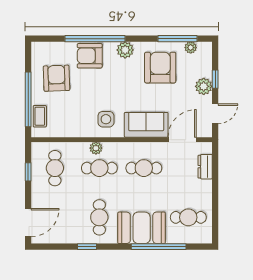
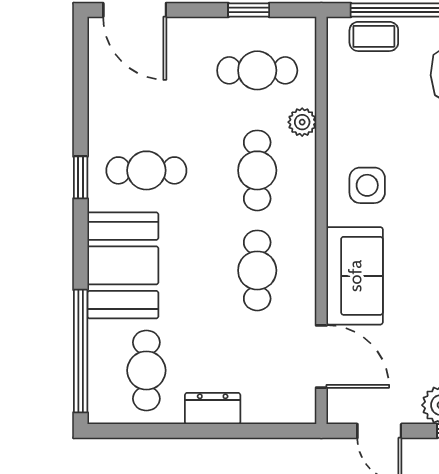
plant: (96, 148) -> (302, 122), moved
dresser: (205, 167) -> (213, 409), moved
window: (87, 247) -> (81, 177), moved
window: (159, 247) -> (81, 351), moved

